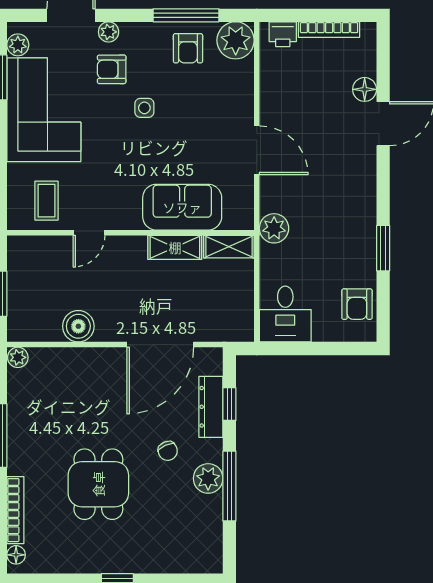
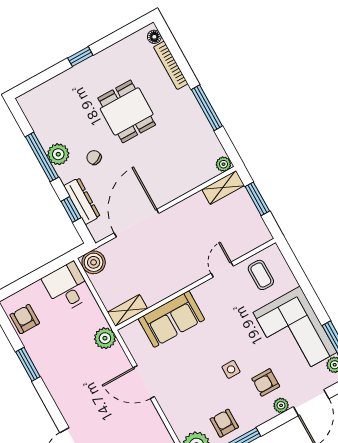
armchair: (112, 69) -> (266, 382), turned 180
shelving: (175, 247) -> (223, 187), moved
boiler: (78, 326) -> (94, 262), moved

